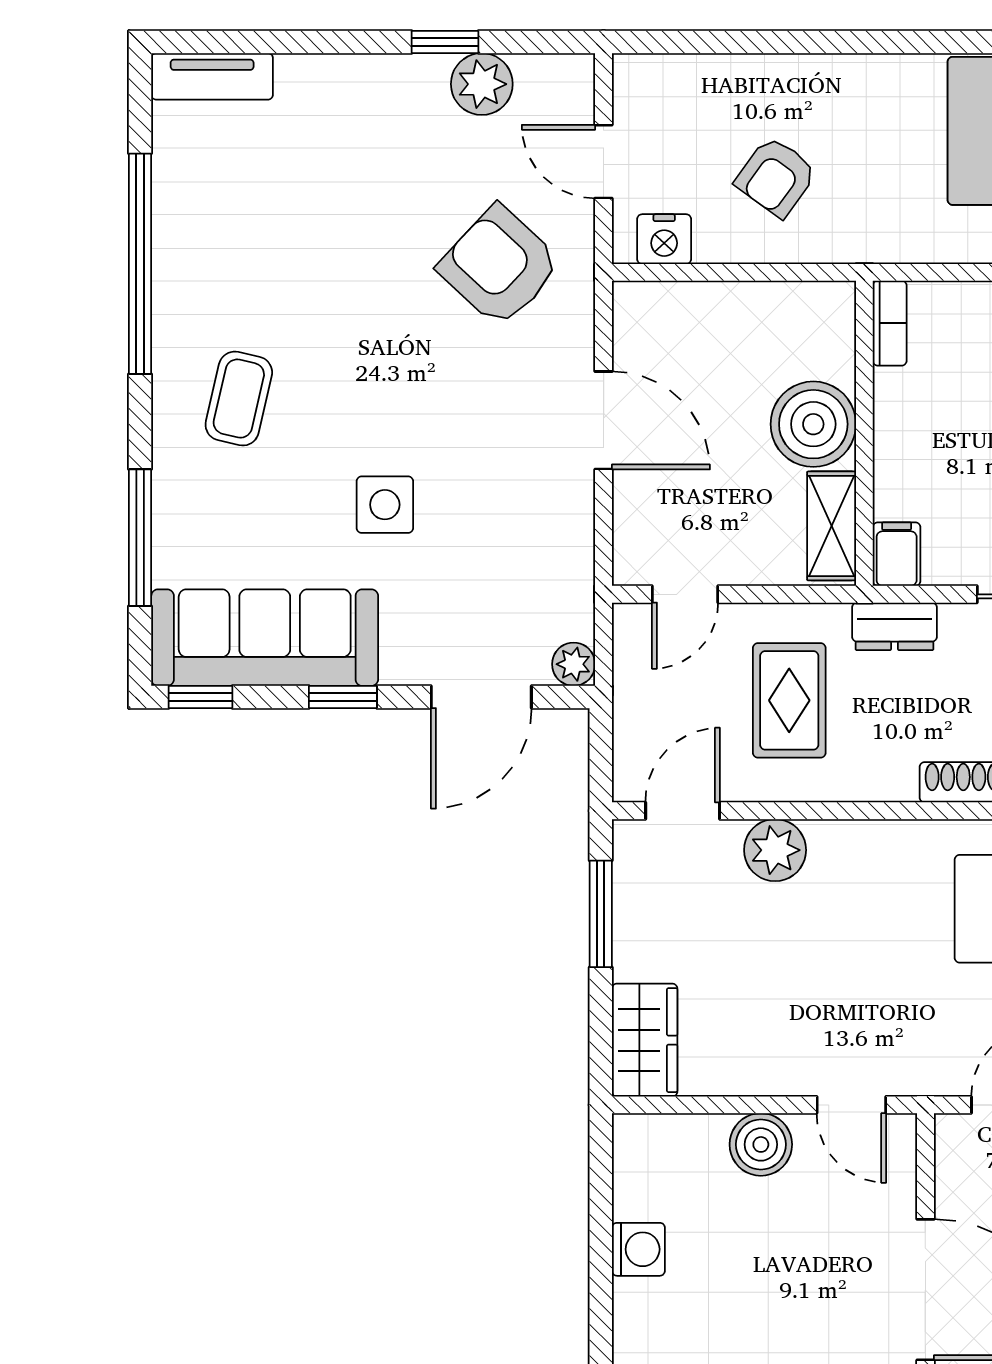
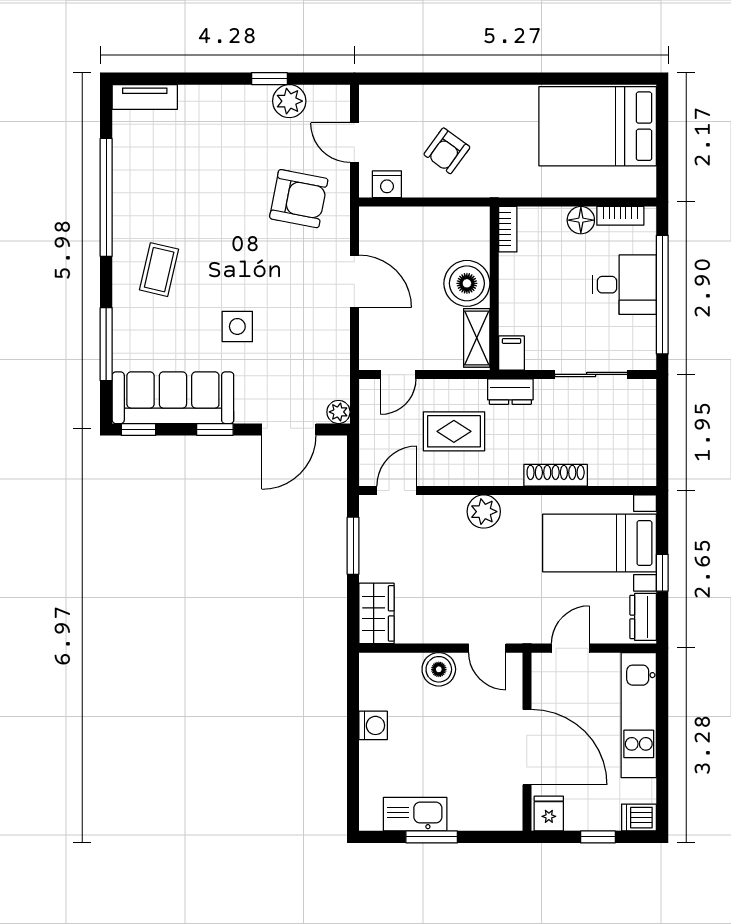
armchair: (499, 266) -> (299, 199), turned 148
rug: (789, 700) -> (454, 431), turned 90
plant: (775, 850) -> (484, 512), moved

